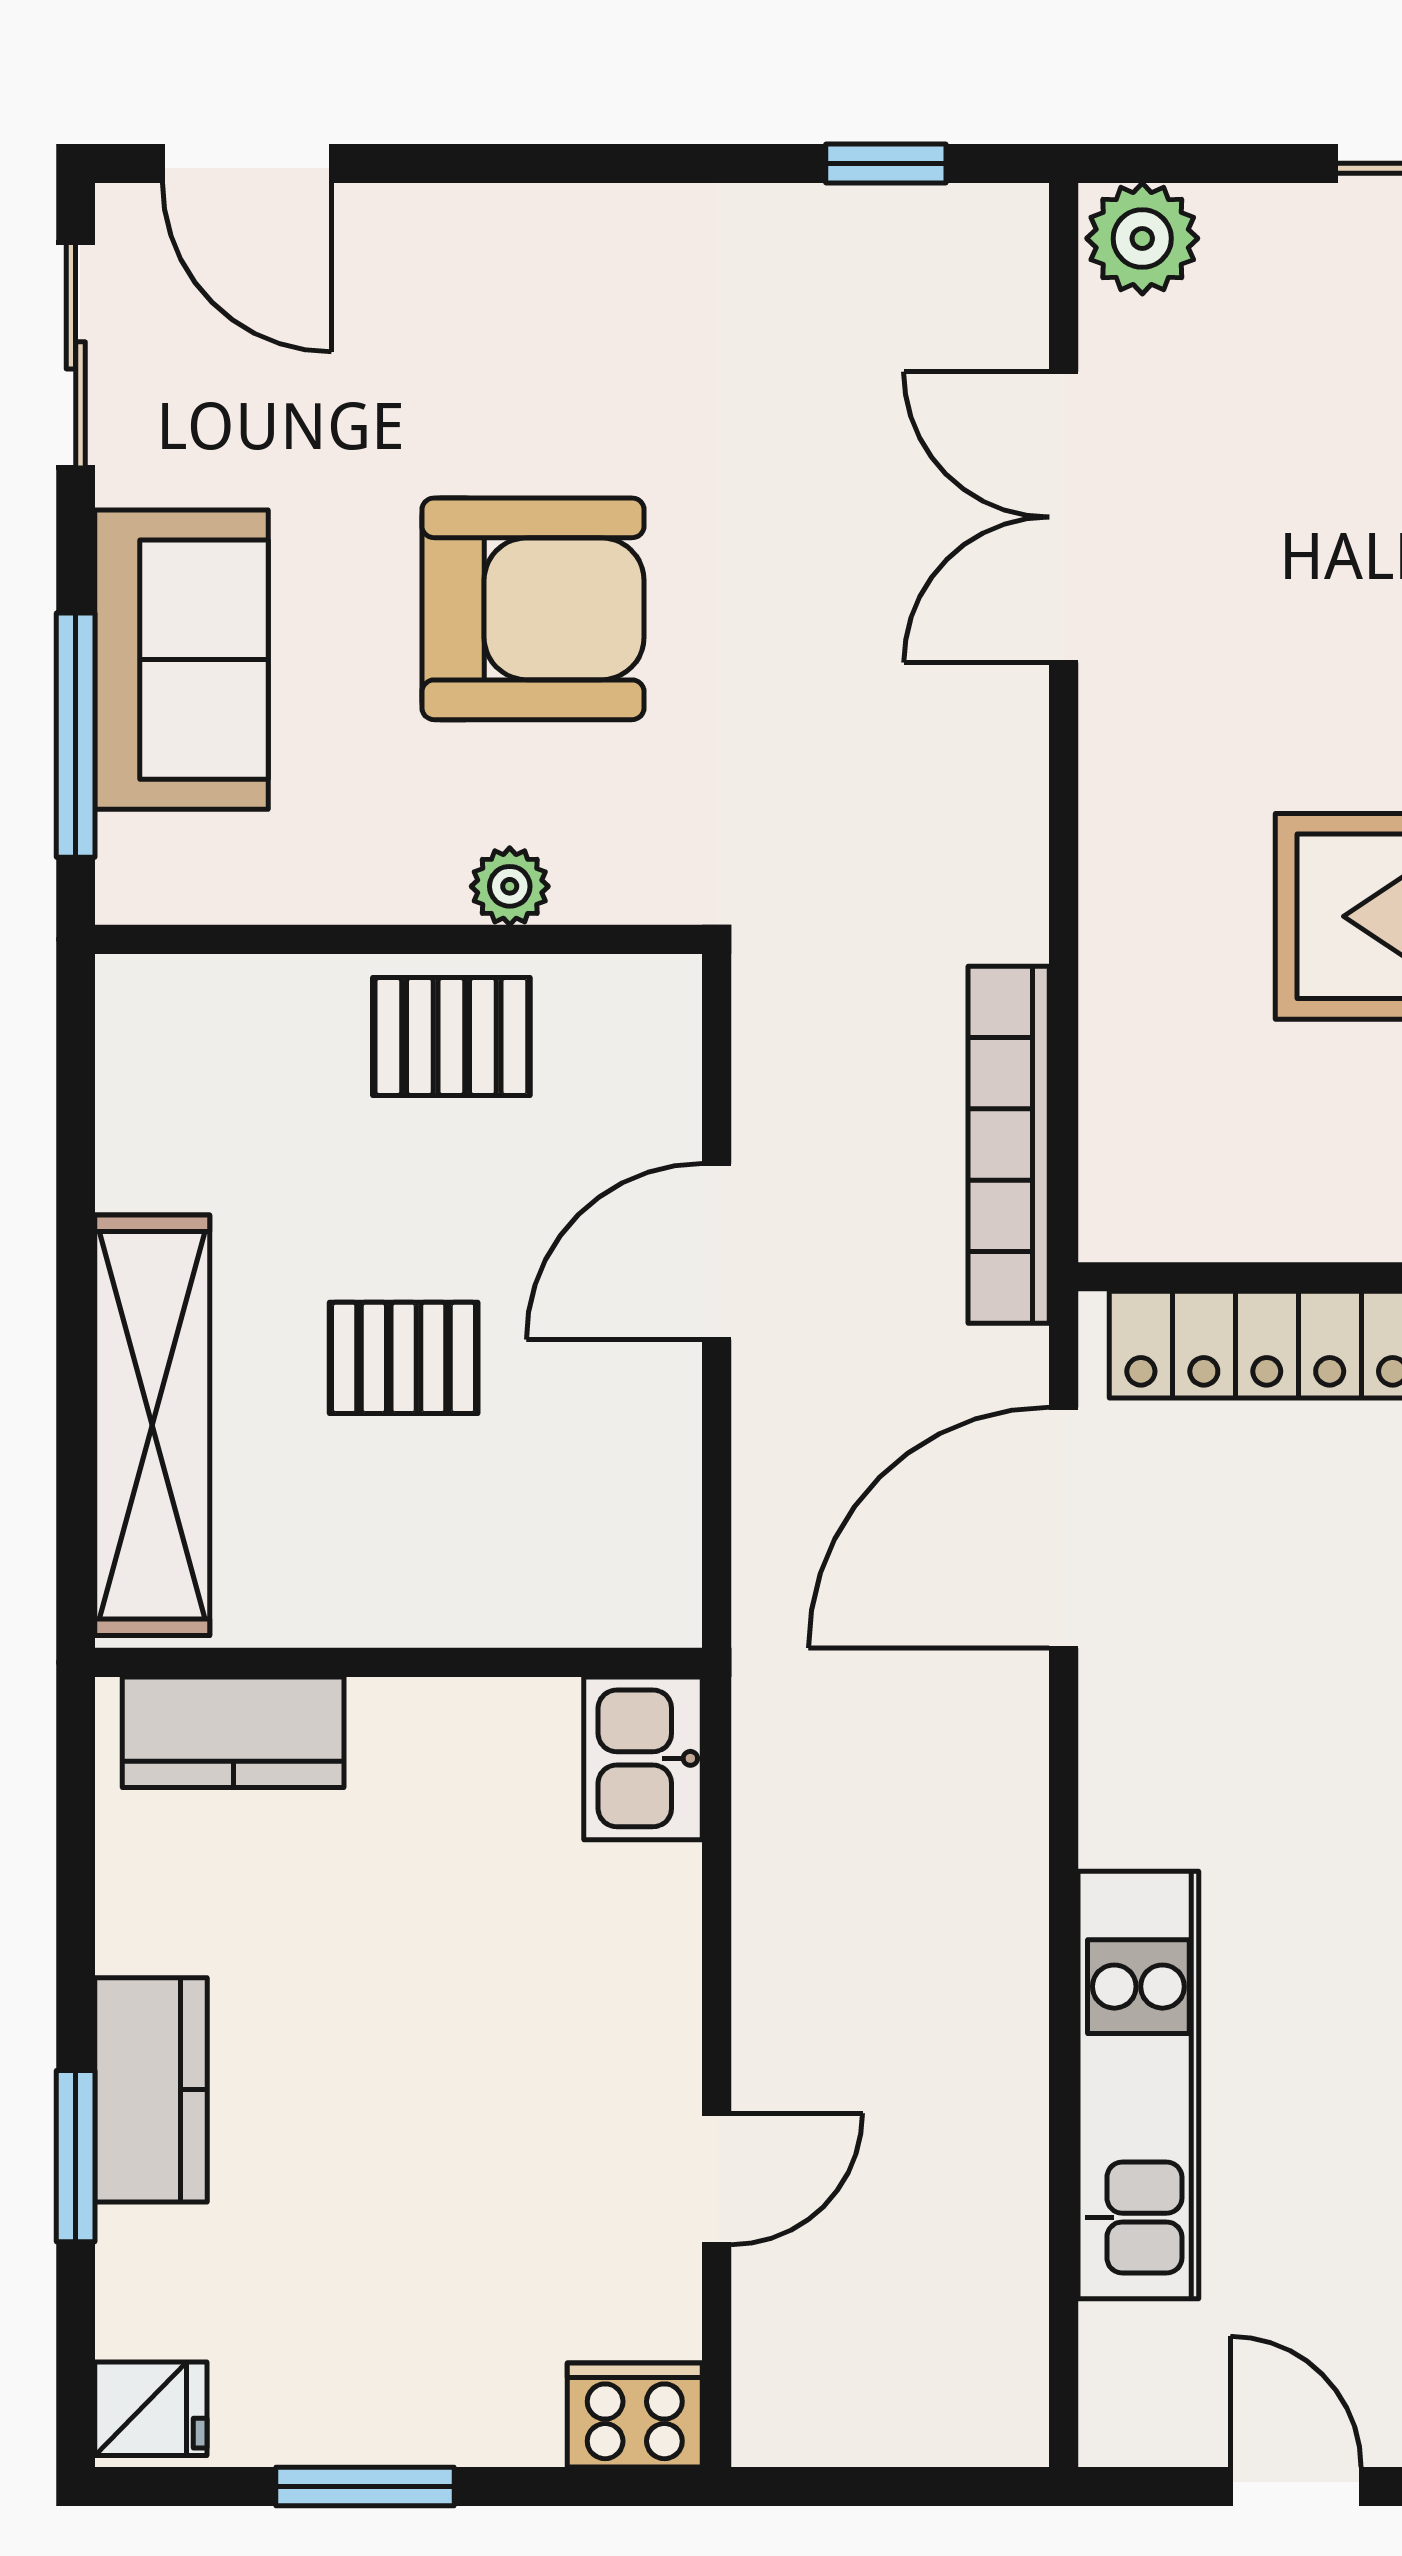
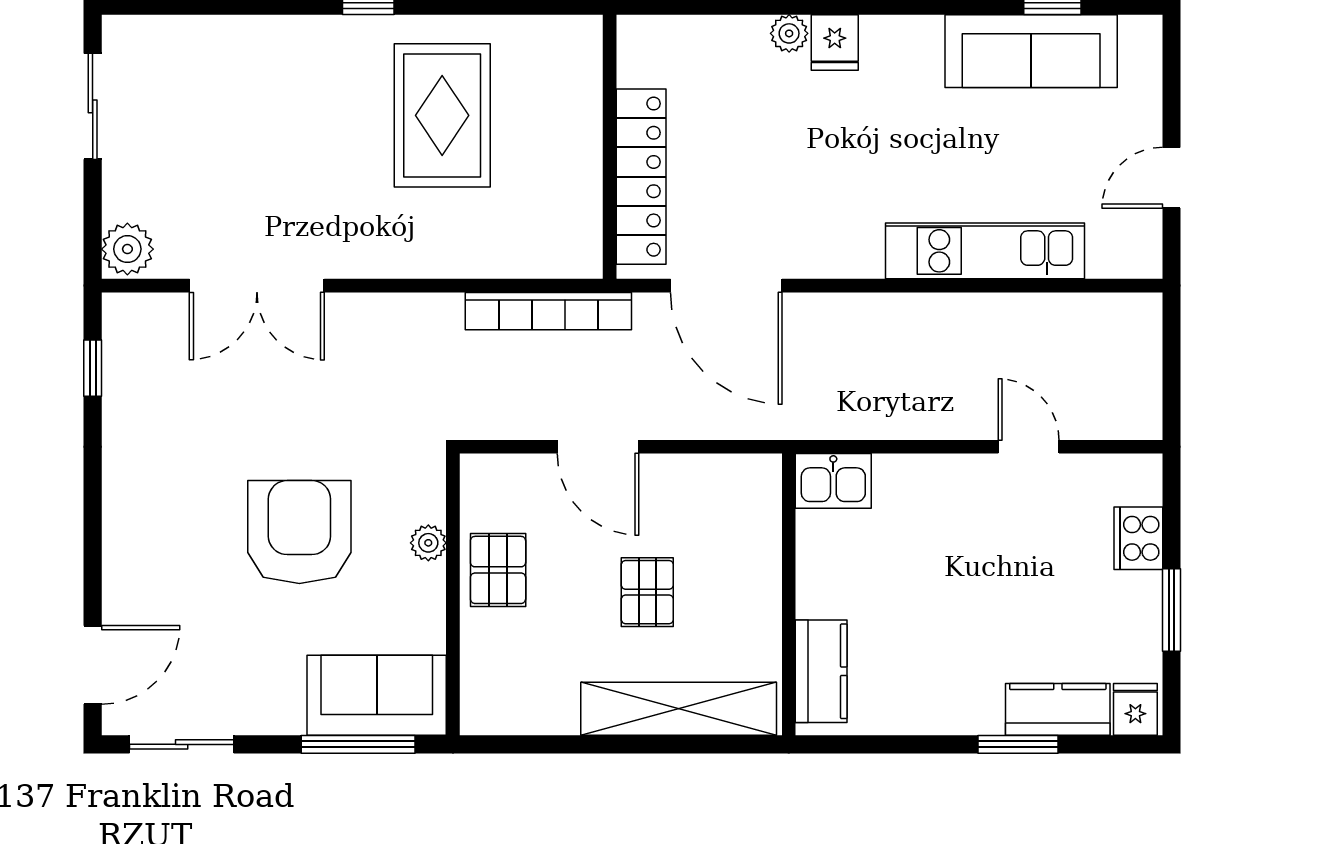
sofa: (182, 660) -> (377, 695), moved
kitchen counter: (151, 2090) -> (1058, 709), moved
cooker: (635, 2415) -> (1138, 538), moved

